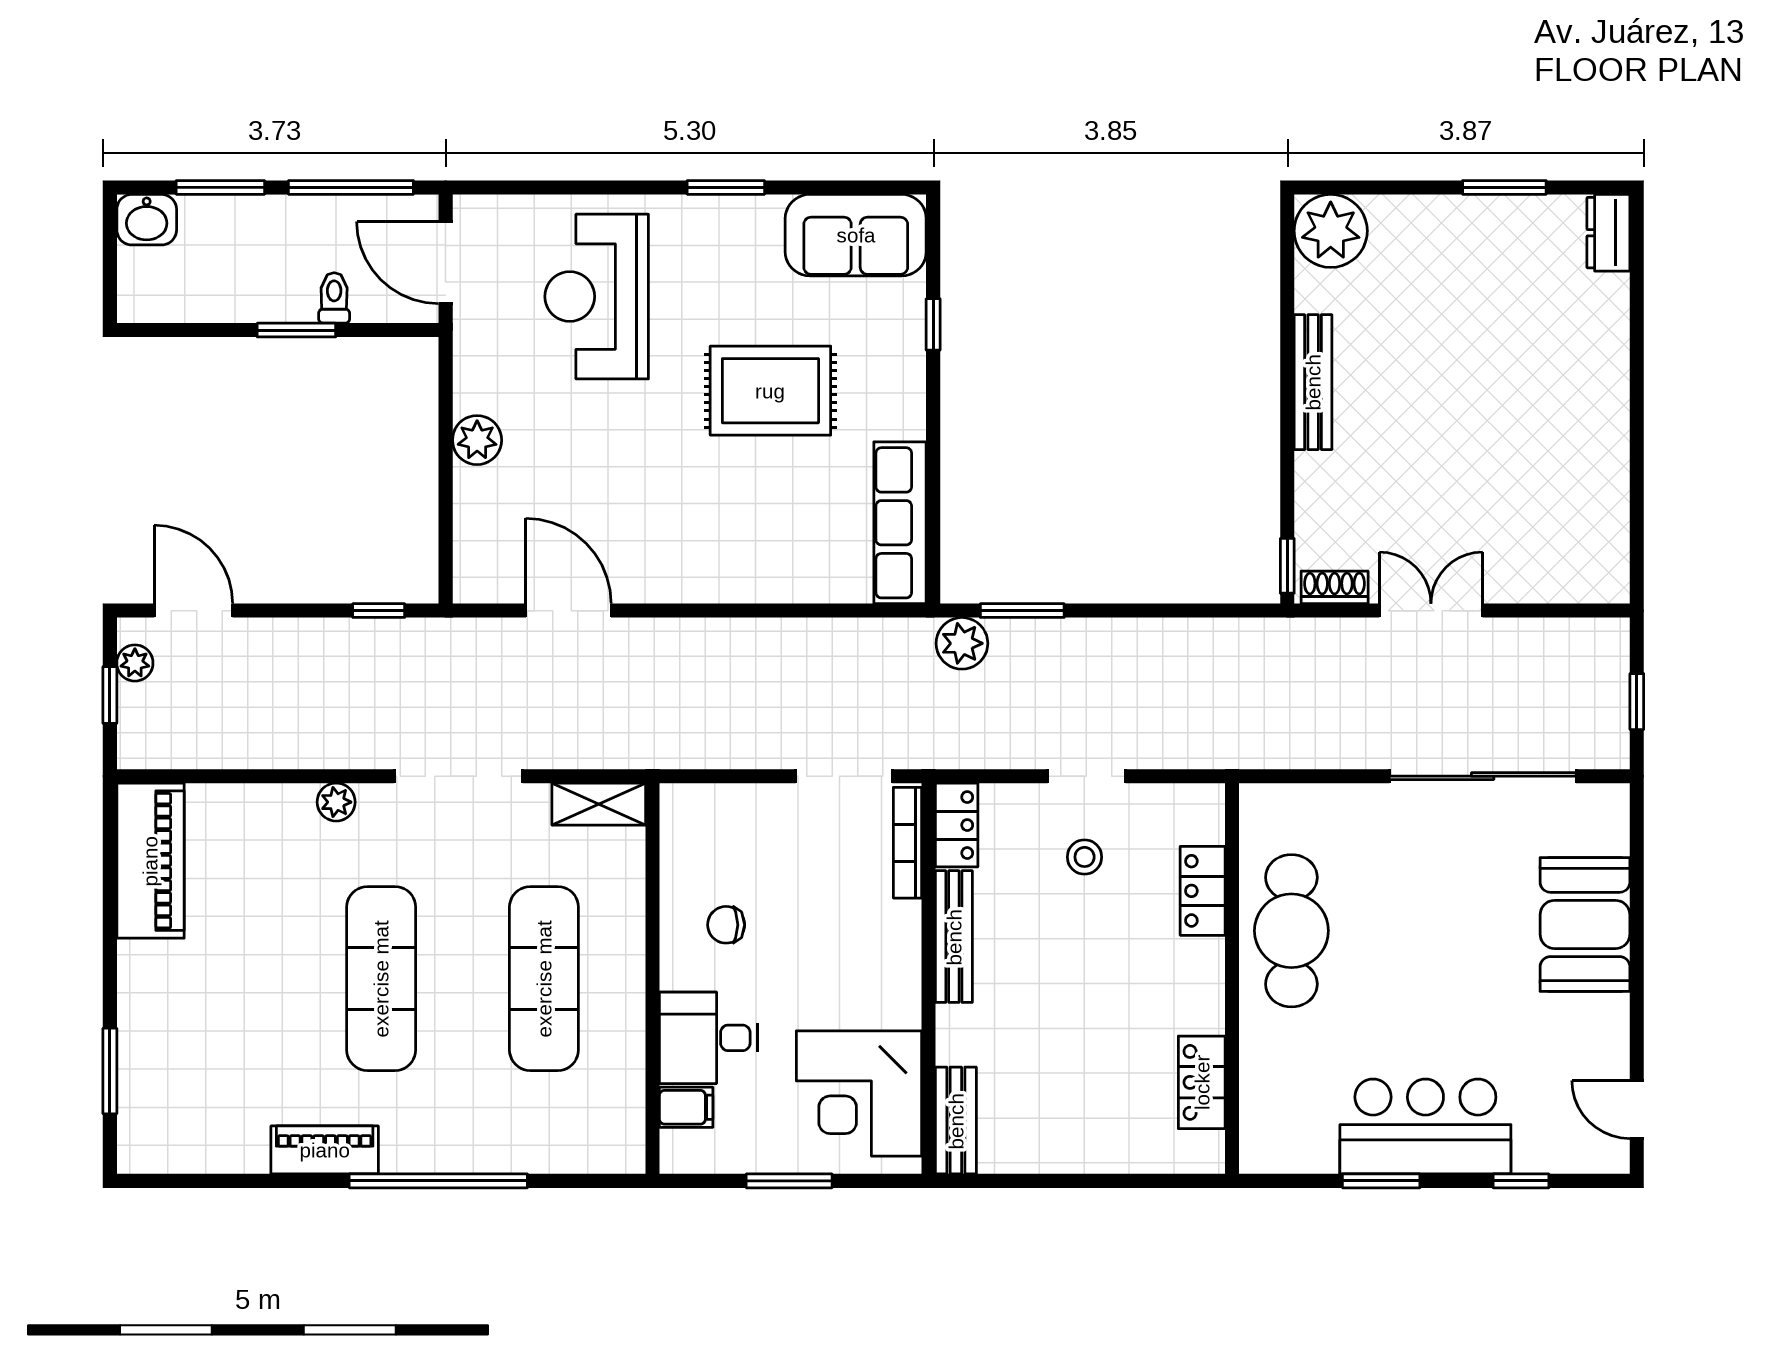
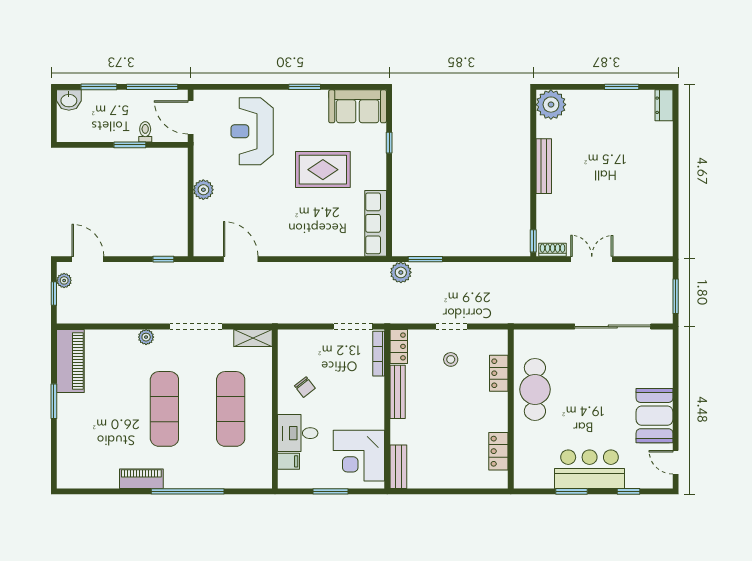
window: (1637, 702) -> (676, 296), width x1.50
booth: (1585, 924) -> (654, 416), moved
chair: (726, 925) -> (305, 387), turned -128
window: (110, 1071) -> (54, 401), moved

